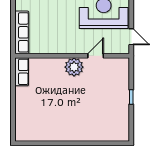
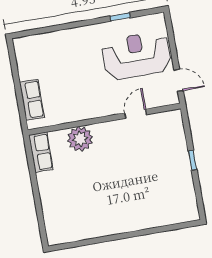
row of seats: (22, 32) -> (32, 100), width x0.68
plant: (74, 67) -> (80, 139), moved

